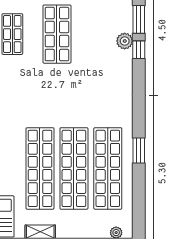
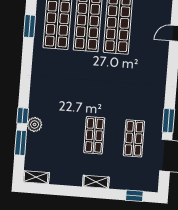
shop shelf: (57, 34) -> (94, 135), width x0.70, depth x0.74

